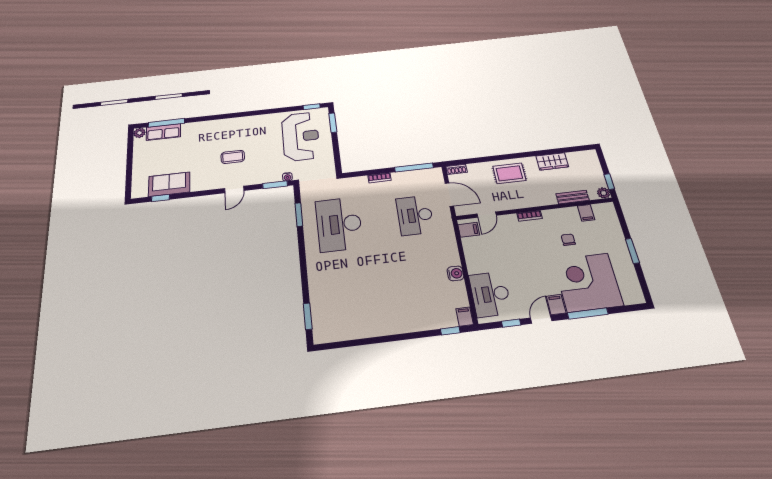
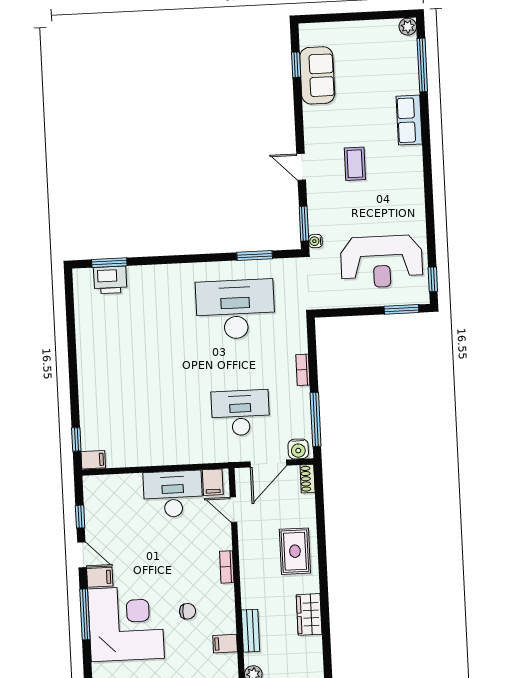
row of seats: (163, 132) -> (409, 120), moved
water cooler: (455, 273) -> (298, 449), moved
desk: (490, 294) -> (173, 494), moved
printer: (321, 315) -> (110, 280), added

